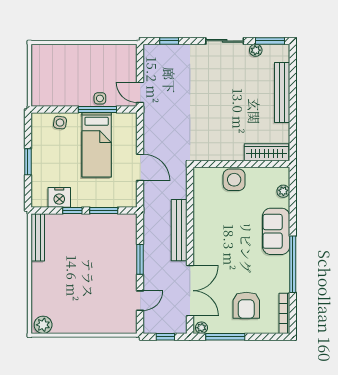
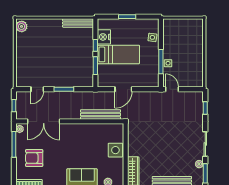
door: (140, 92) -> (172, 89), hinge flipped
bed: (97, 145) -> (118, 54), moved, turned 180
bench: (179, 230) -> (101, 115), moved
door: (140, 301) -> (37, 89), hinge flipped

